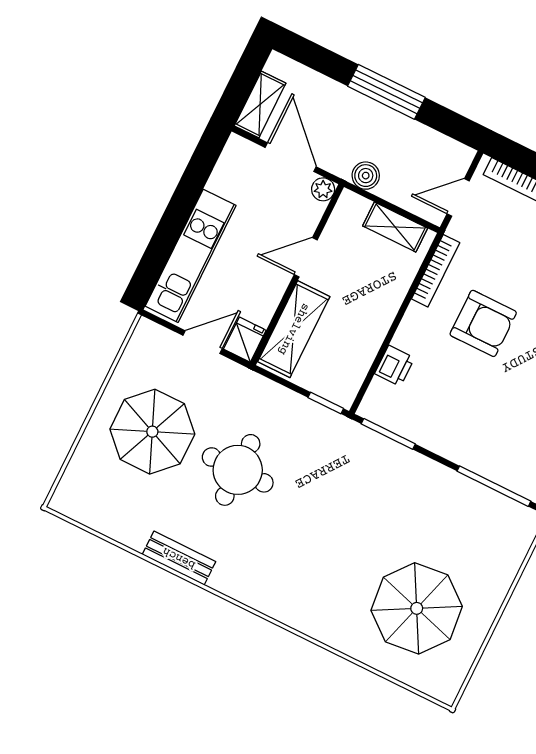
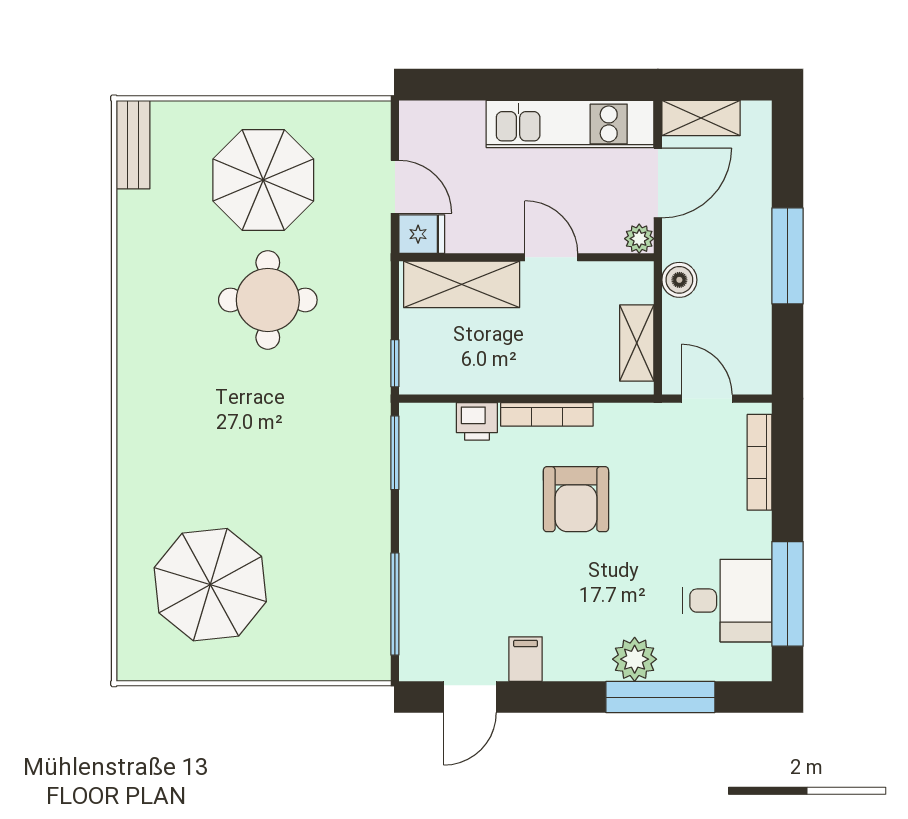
kitchen unit: (191, 256) -> (570, 124), moved
bookcase: (436, 271) -> (547, 414), moved
bench: (179, 558) -> (133, 145), moved

